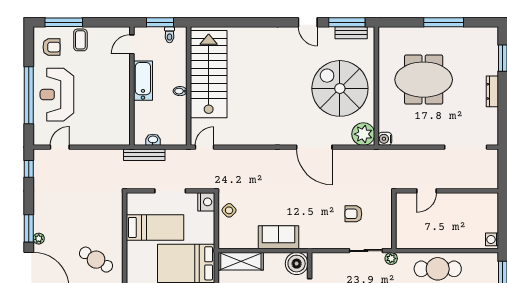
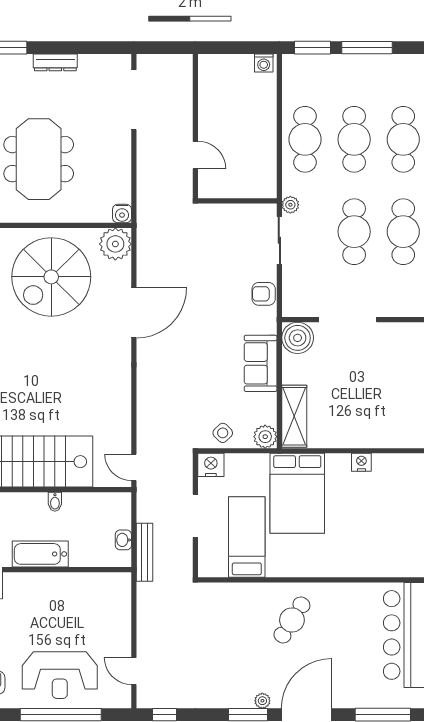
armchair: (353, 214) -> (264, 294), moved, turned 90
plant: (226, 241) -> (265, 437), added

